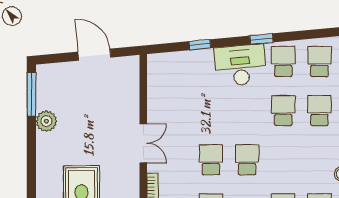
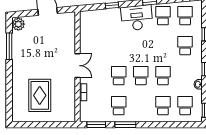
window: (31, 94) -> (9, 46), moved
school desk: (283, 111) -> (163, 76), moved
plant: (46, 121) -> (18, 24), moved

